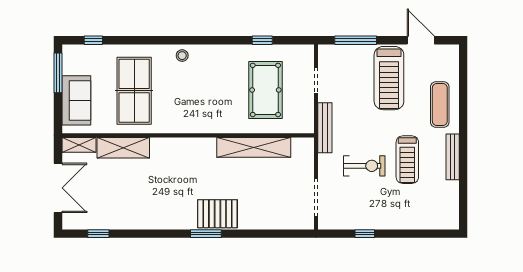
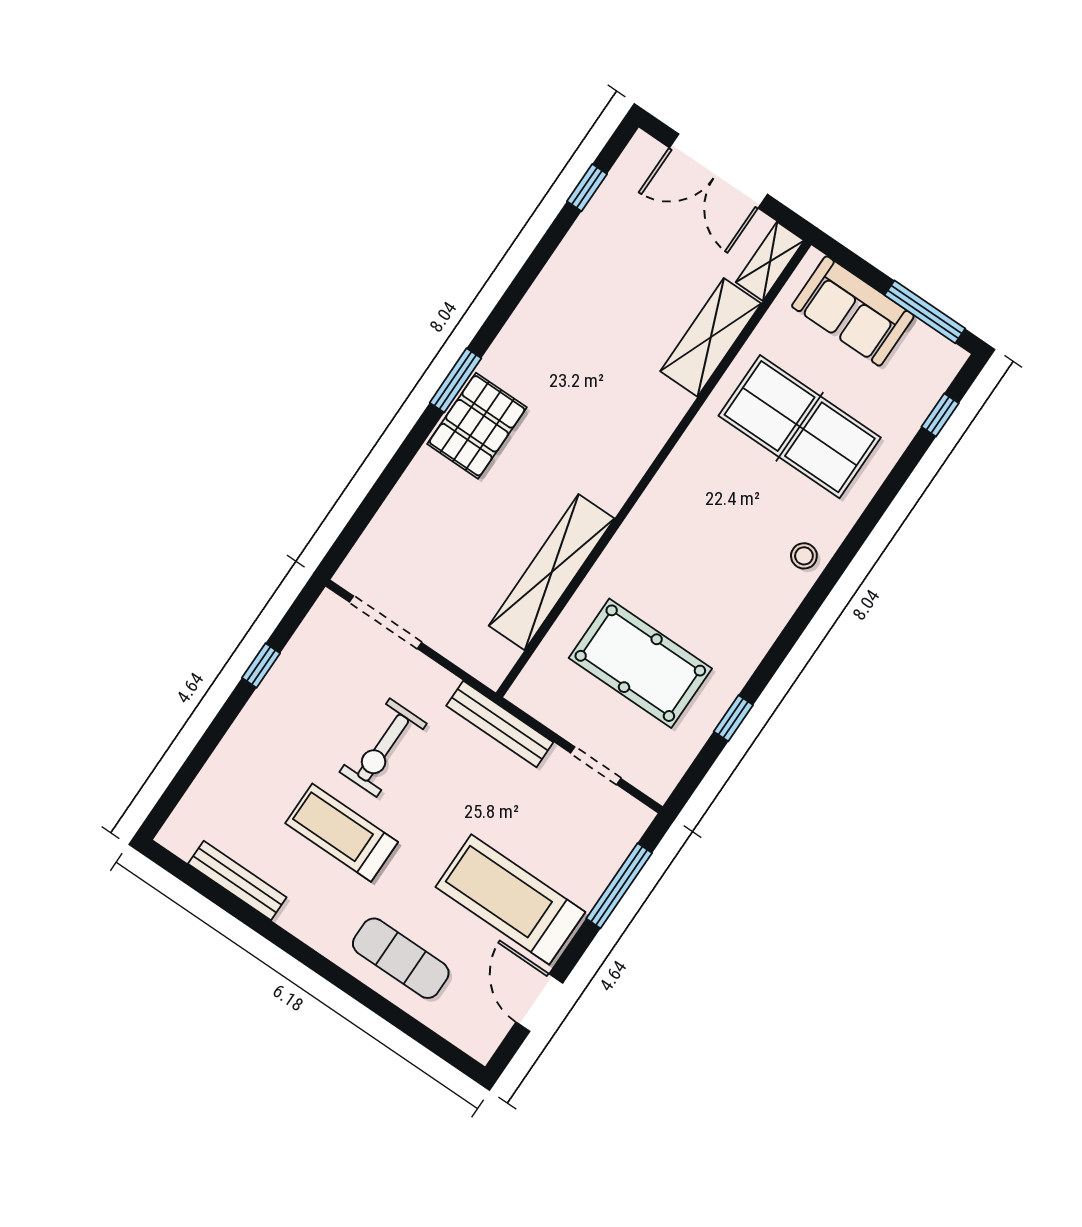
door: (421, 40) -> (539, 1003), swing flipped
bench: (453, 157) -> (237, 880), moved

